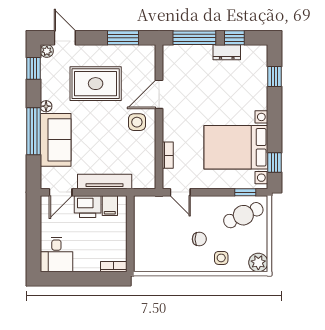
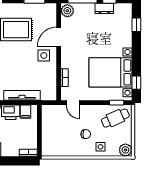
plant: (172, 56) -> (67, 11), added

